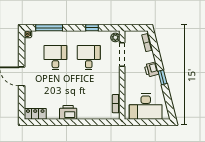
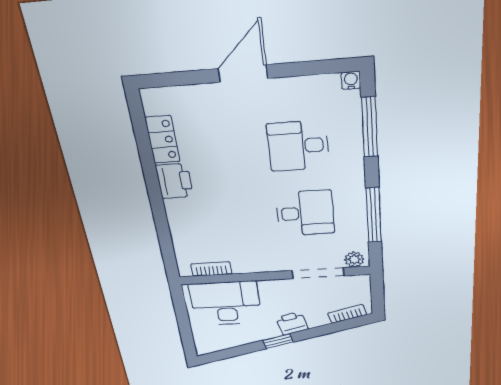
window: (92, 28) -> (374, 215), width x2.17
desk: (55, 58) -> (298, 146), turned 180
desk: (146, 107) -> (226, 303), moved, turned 90
locker: (35, 114) -> (162, 140), moved

